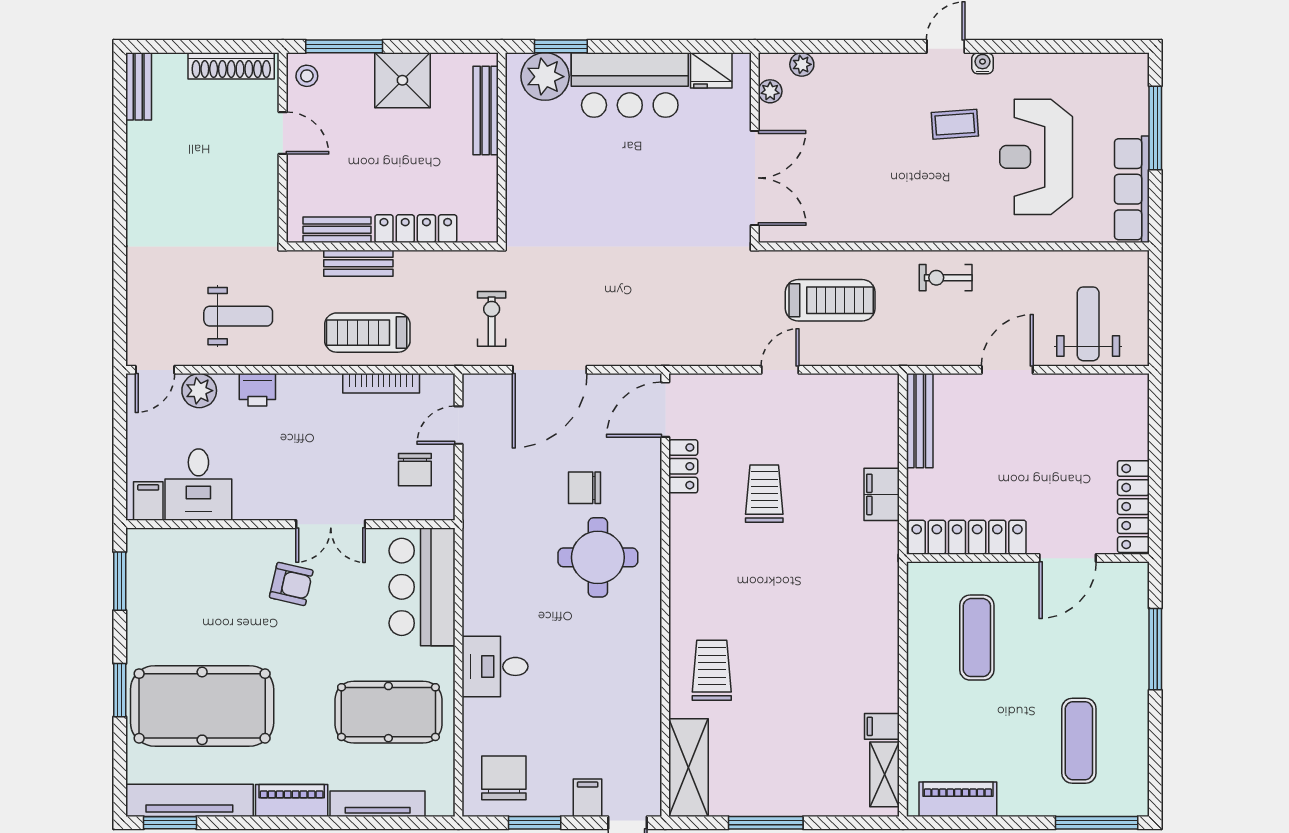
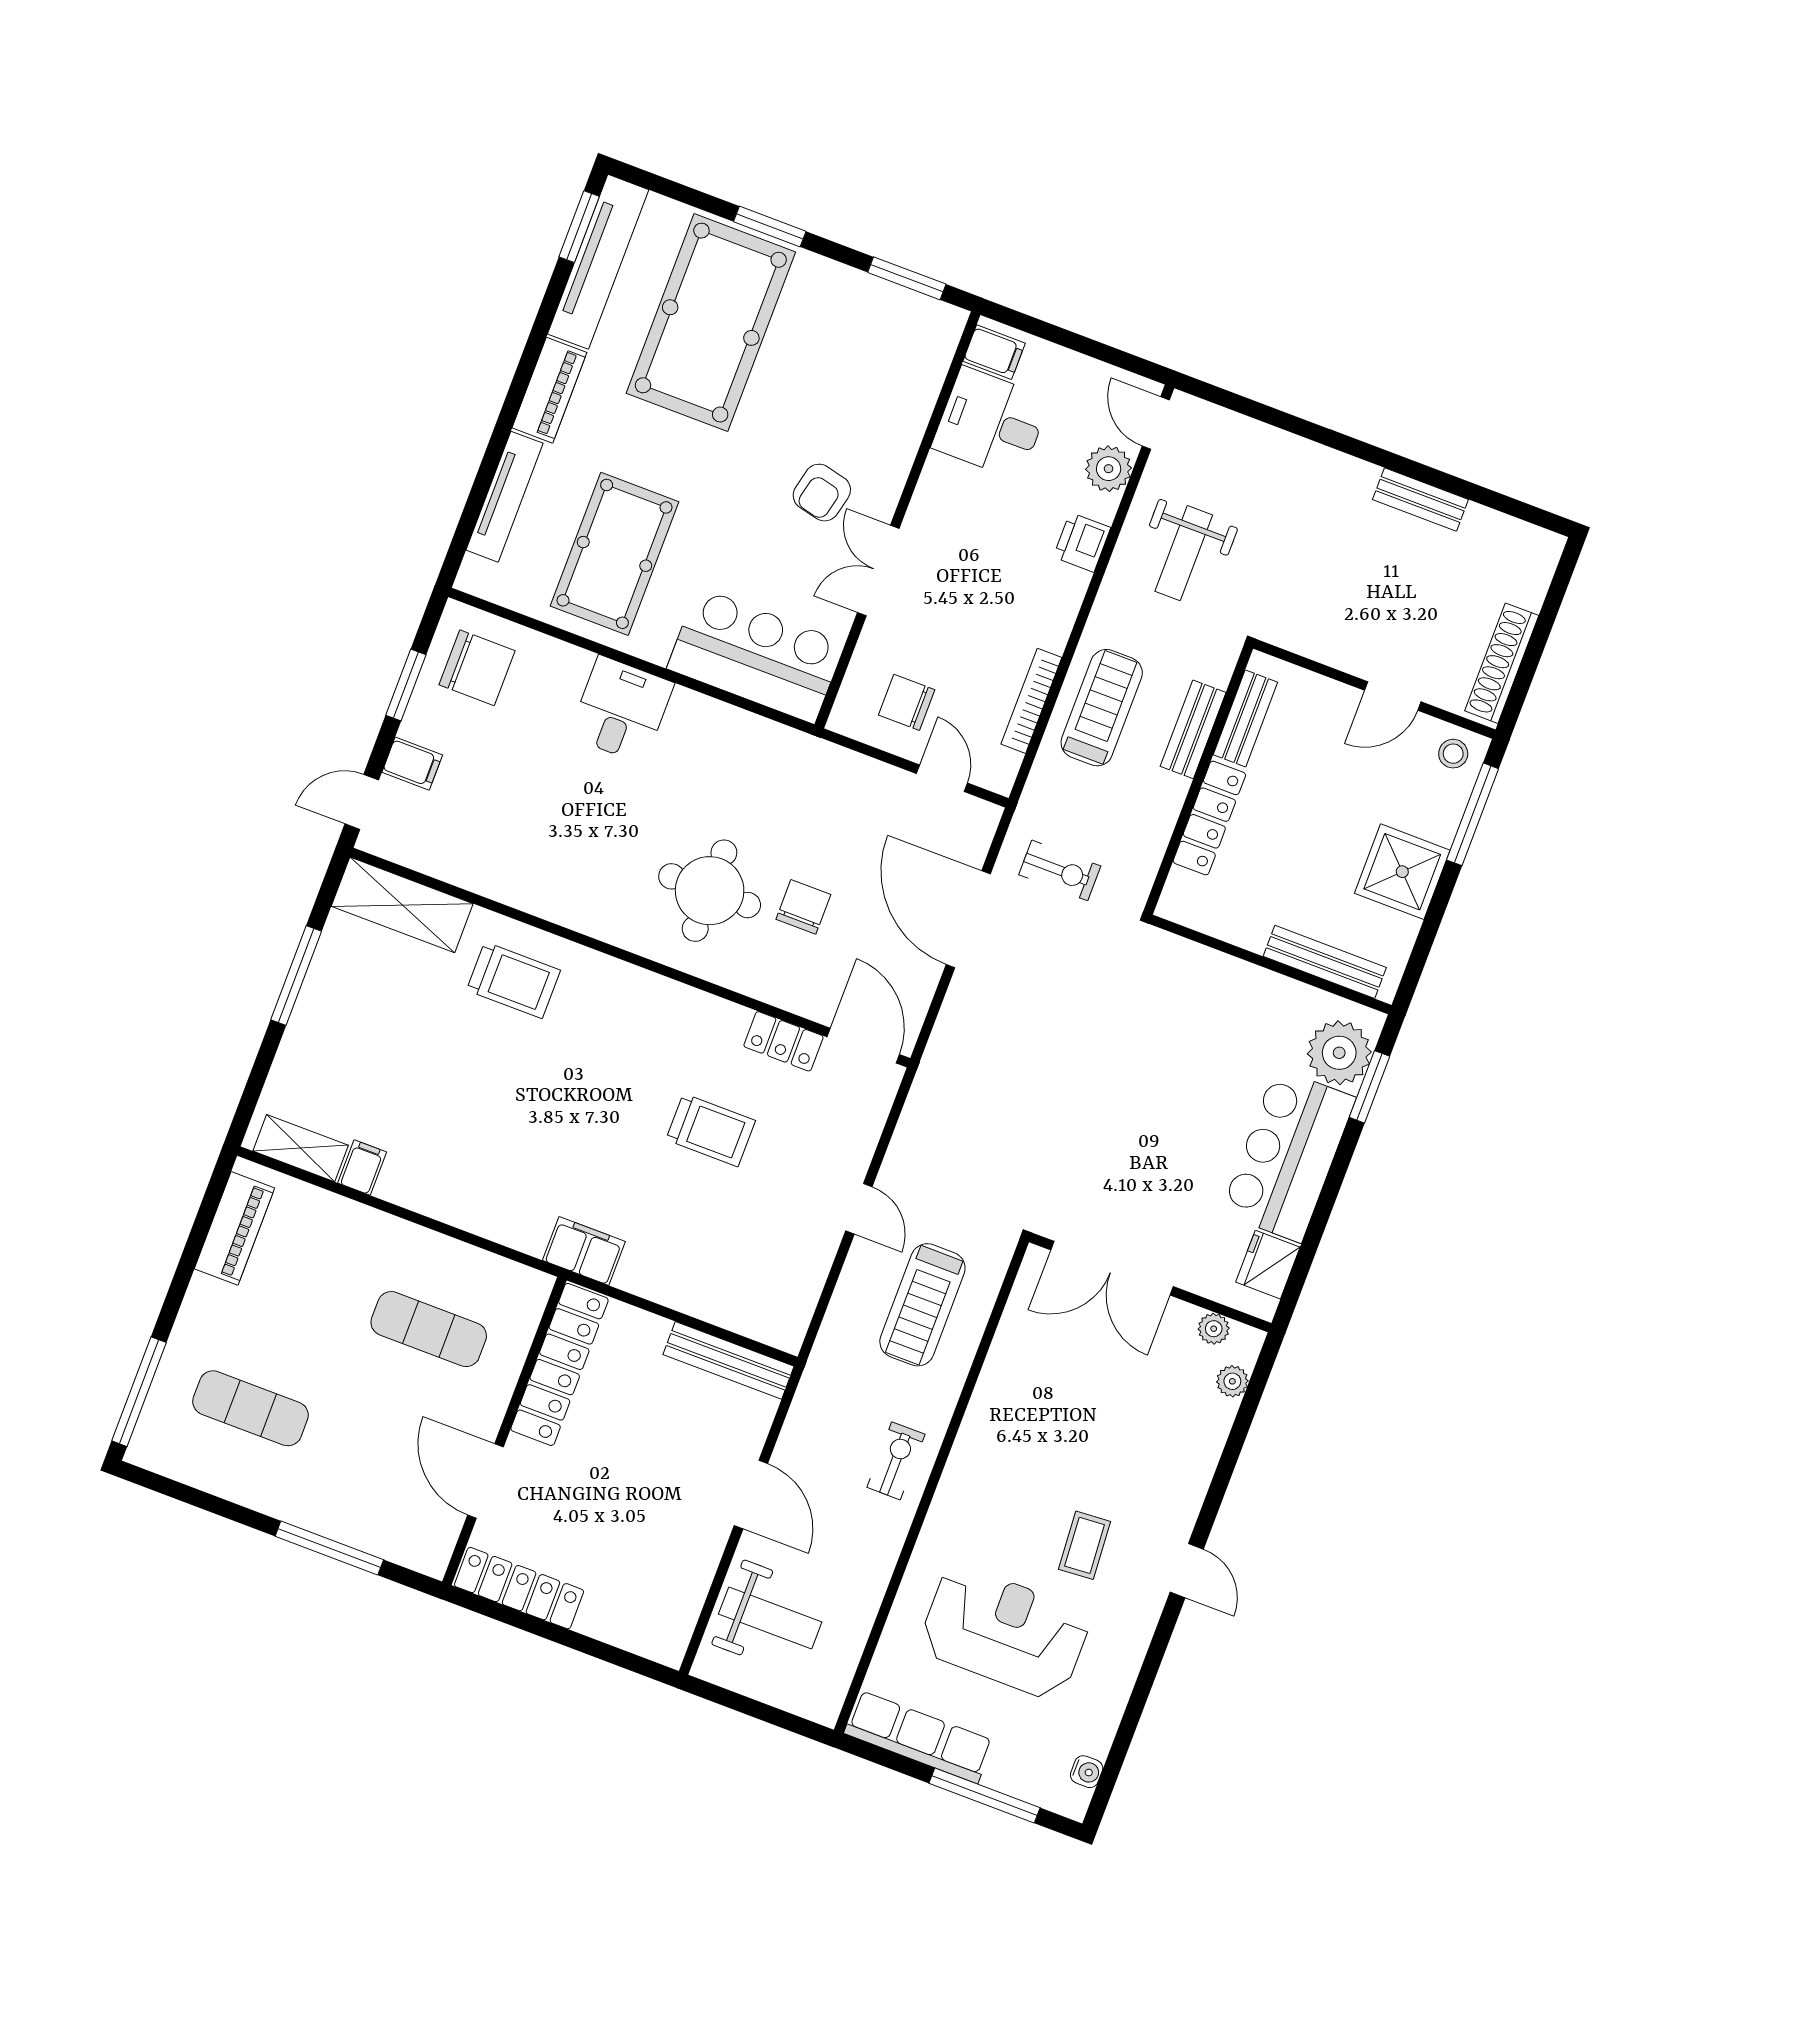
water cooler: (983, 63) -> (1087, 1772), moved
bench: (139, 87) -> (1420, 500), moved
filing cabinet: (882, 494) -> (584, 1251), moved

